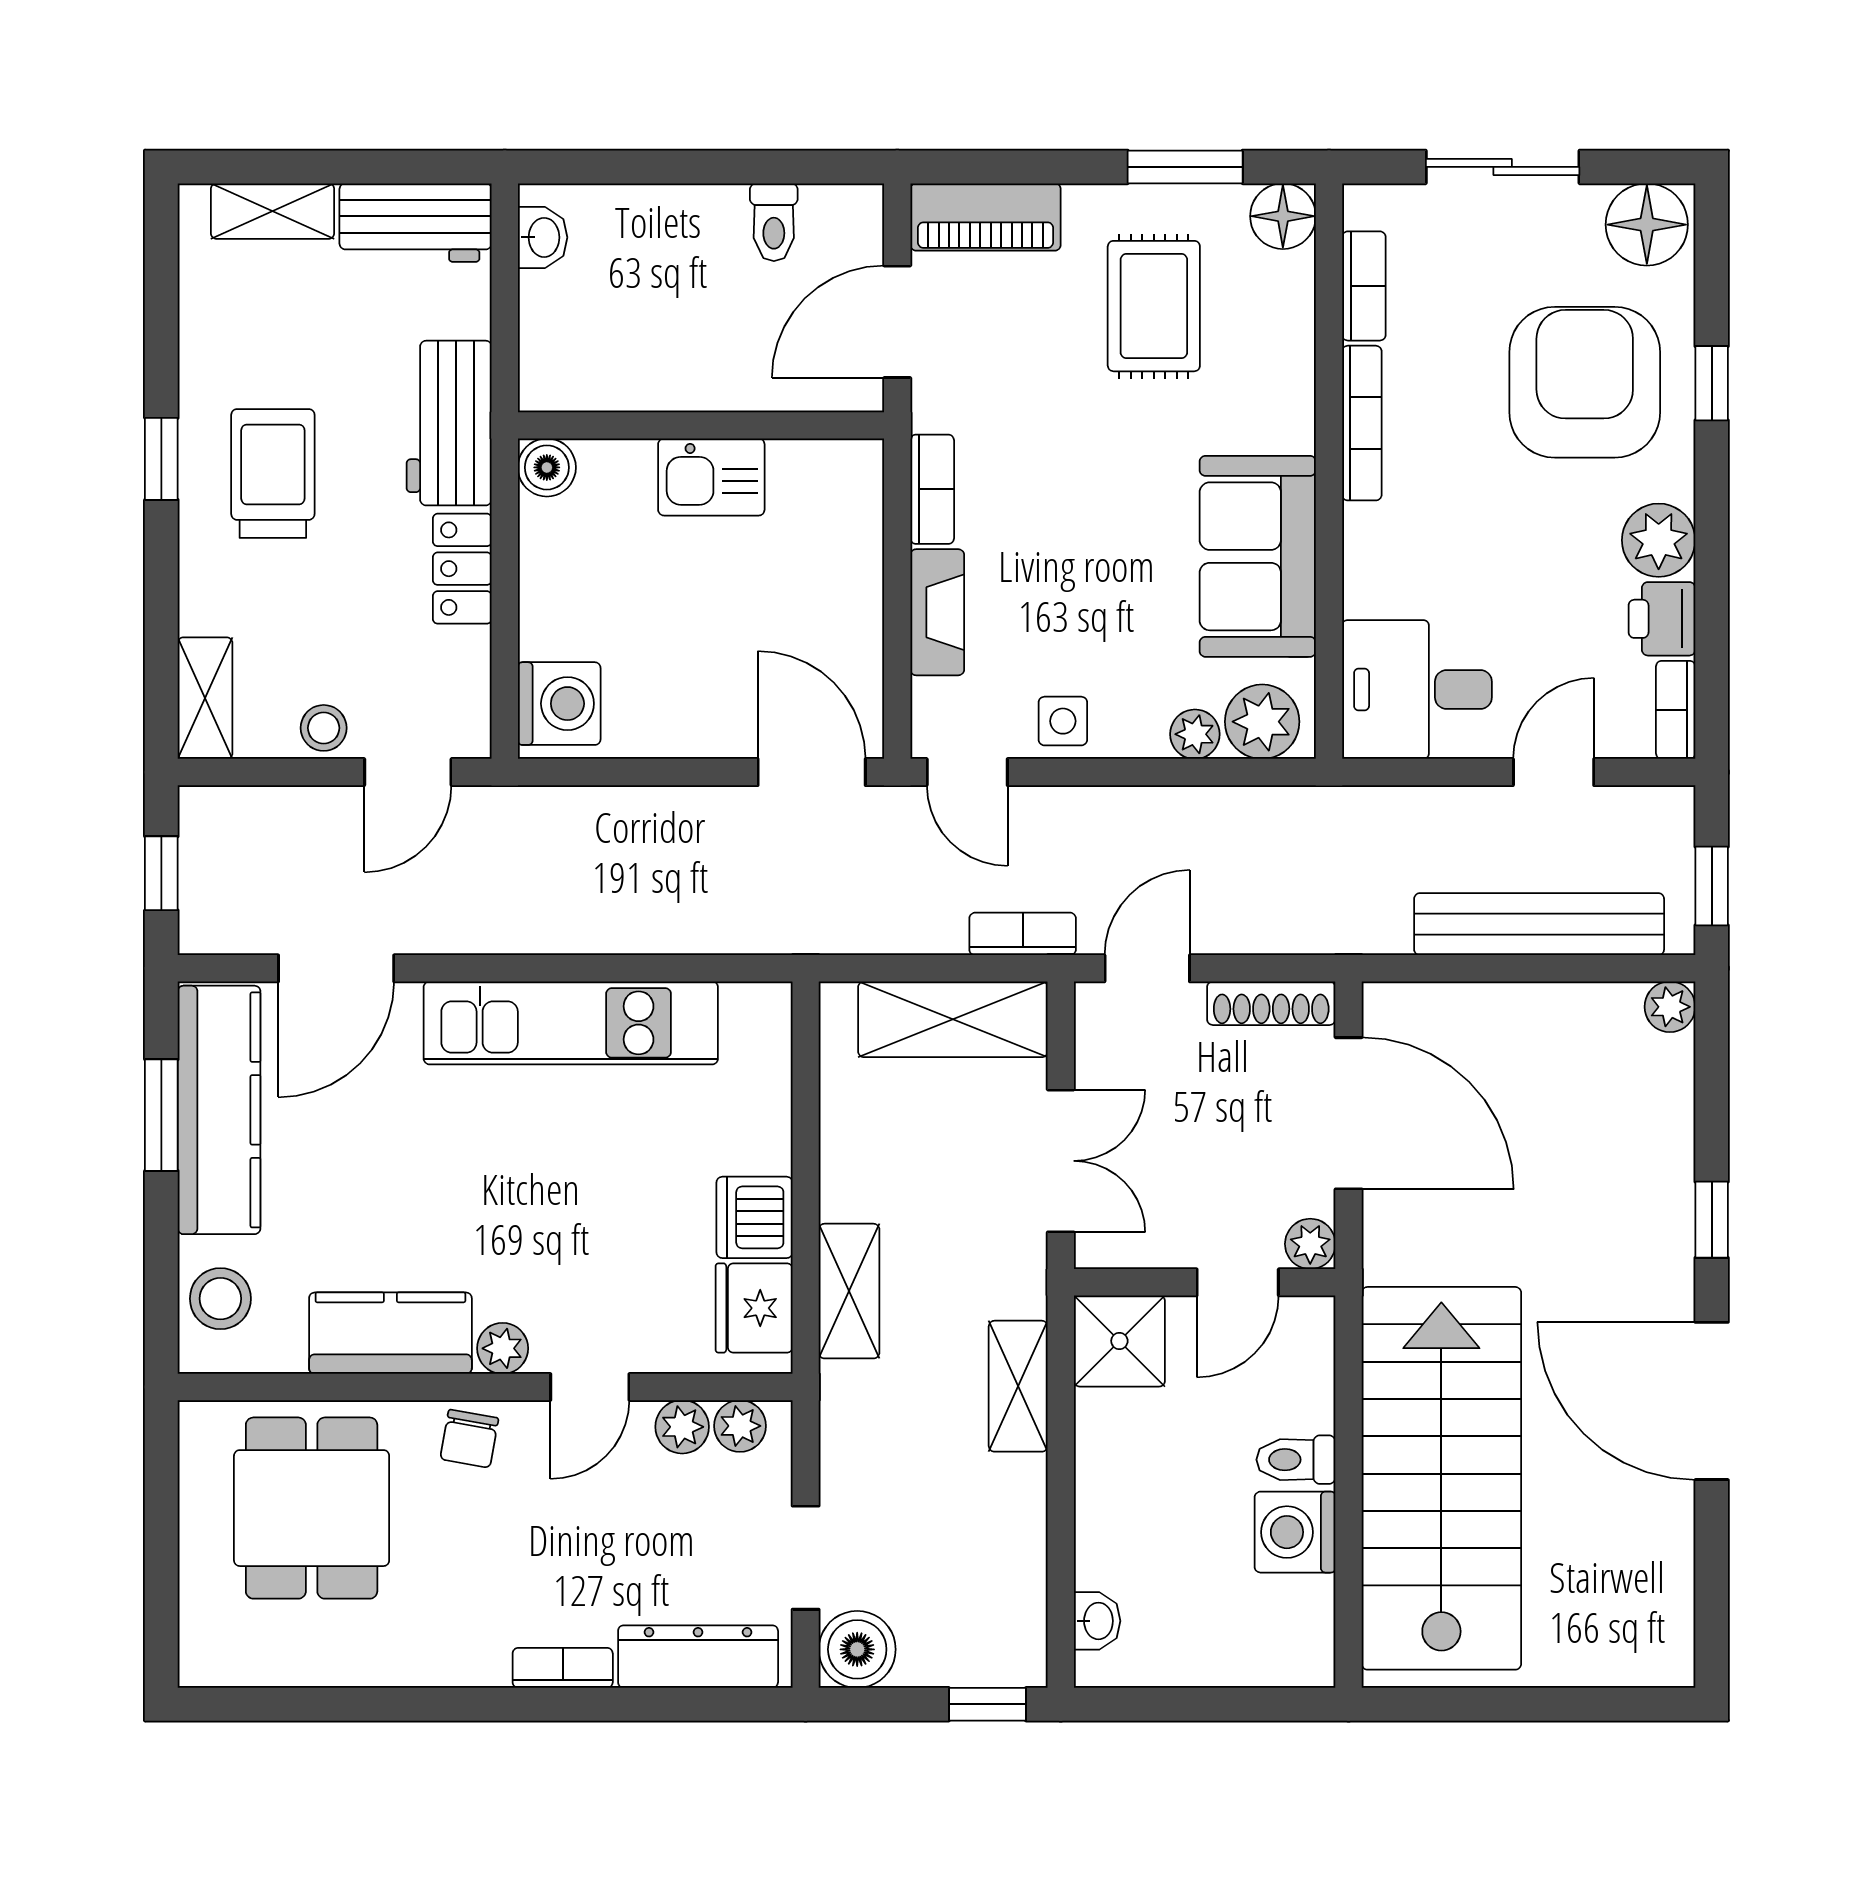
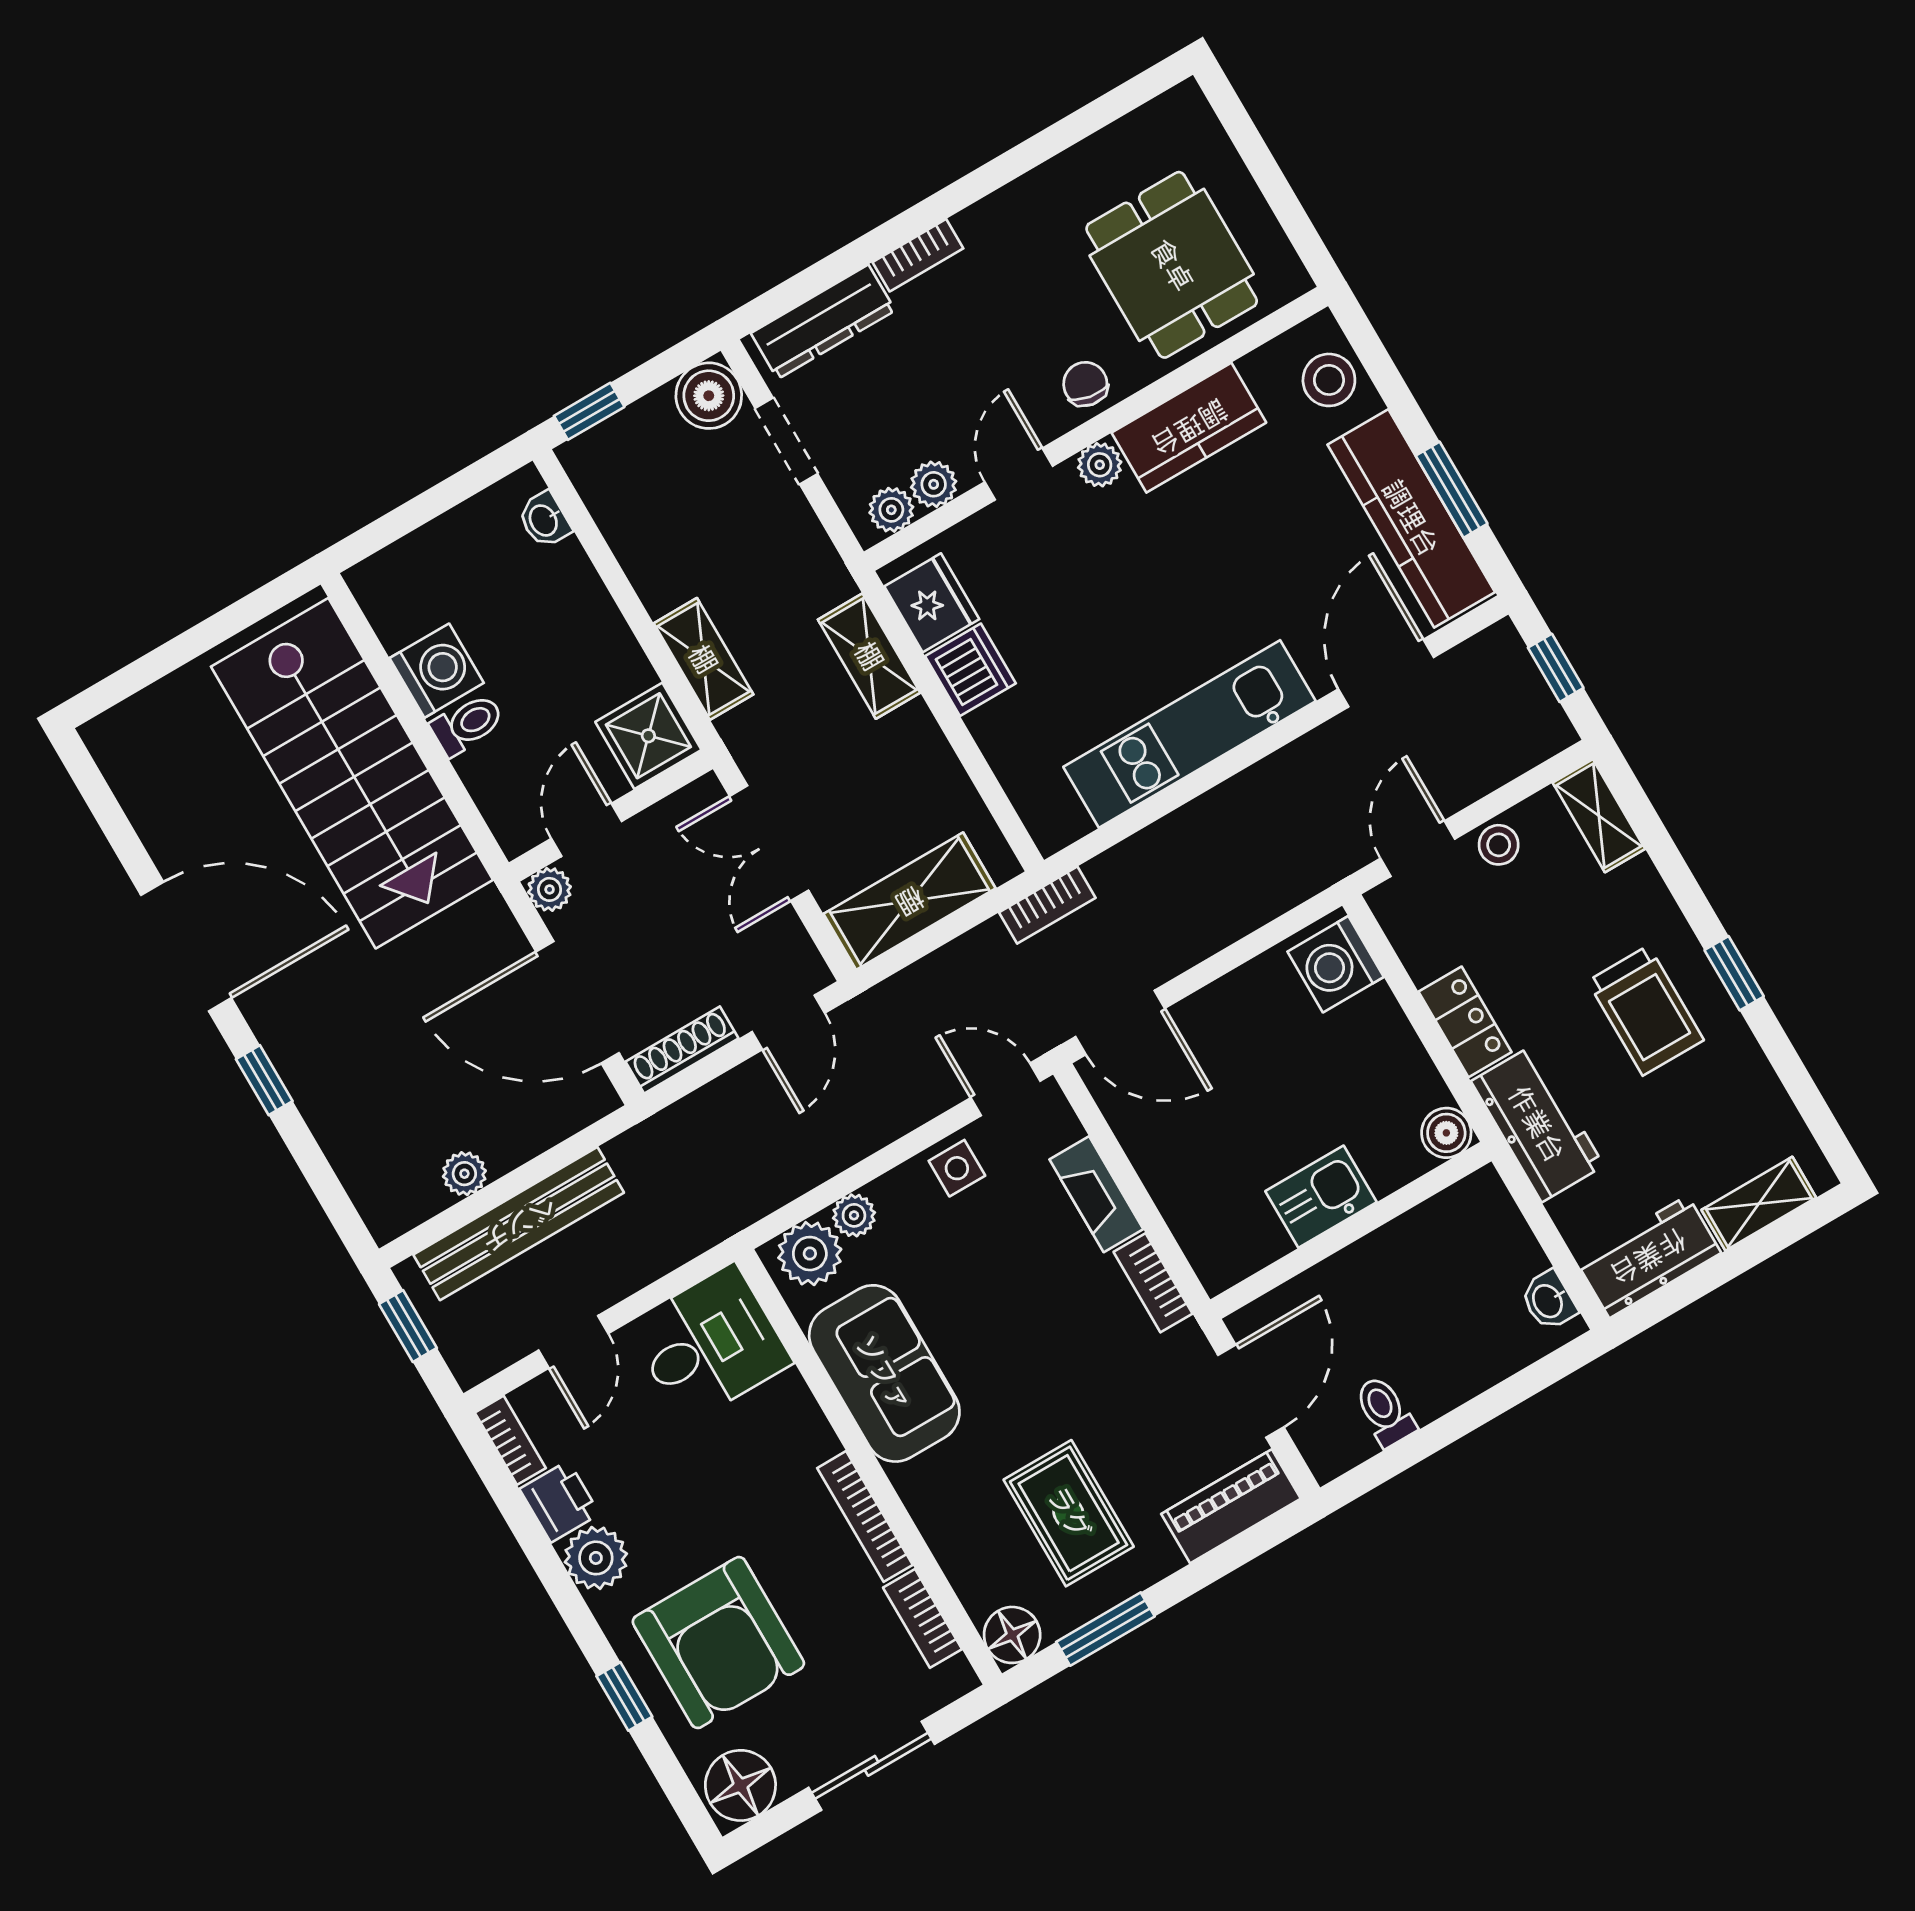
bookcase: (1023, 934) -> (1047, 905), moved
plant: (1670, 1007) -> (464, 1174), moved

